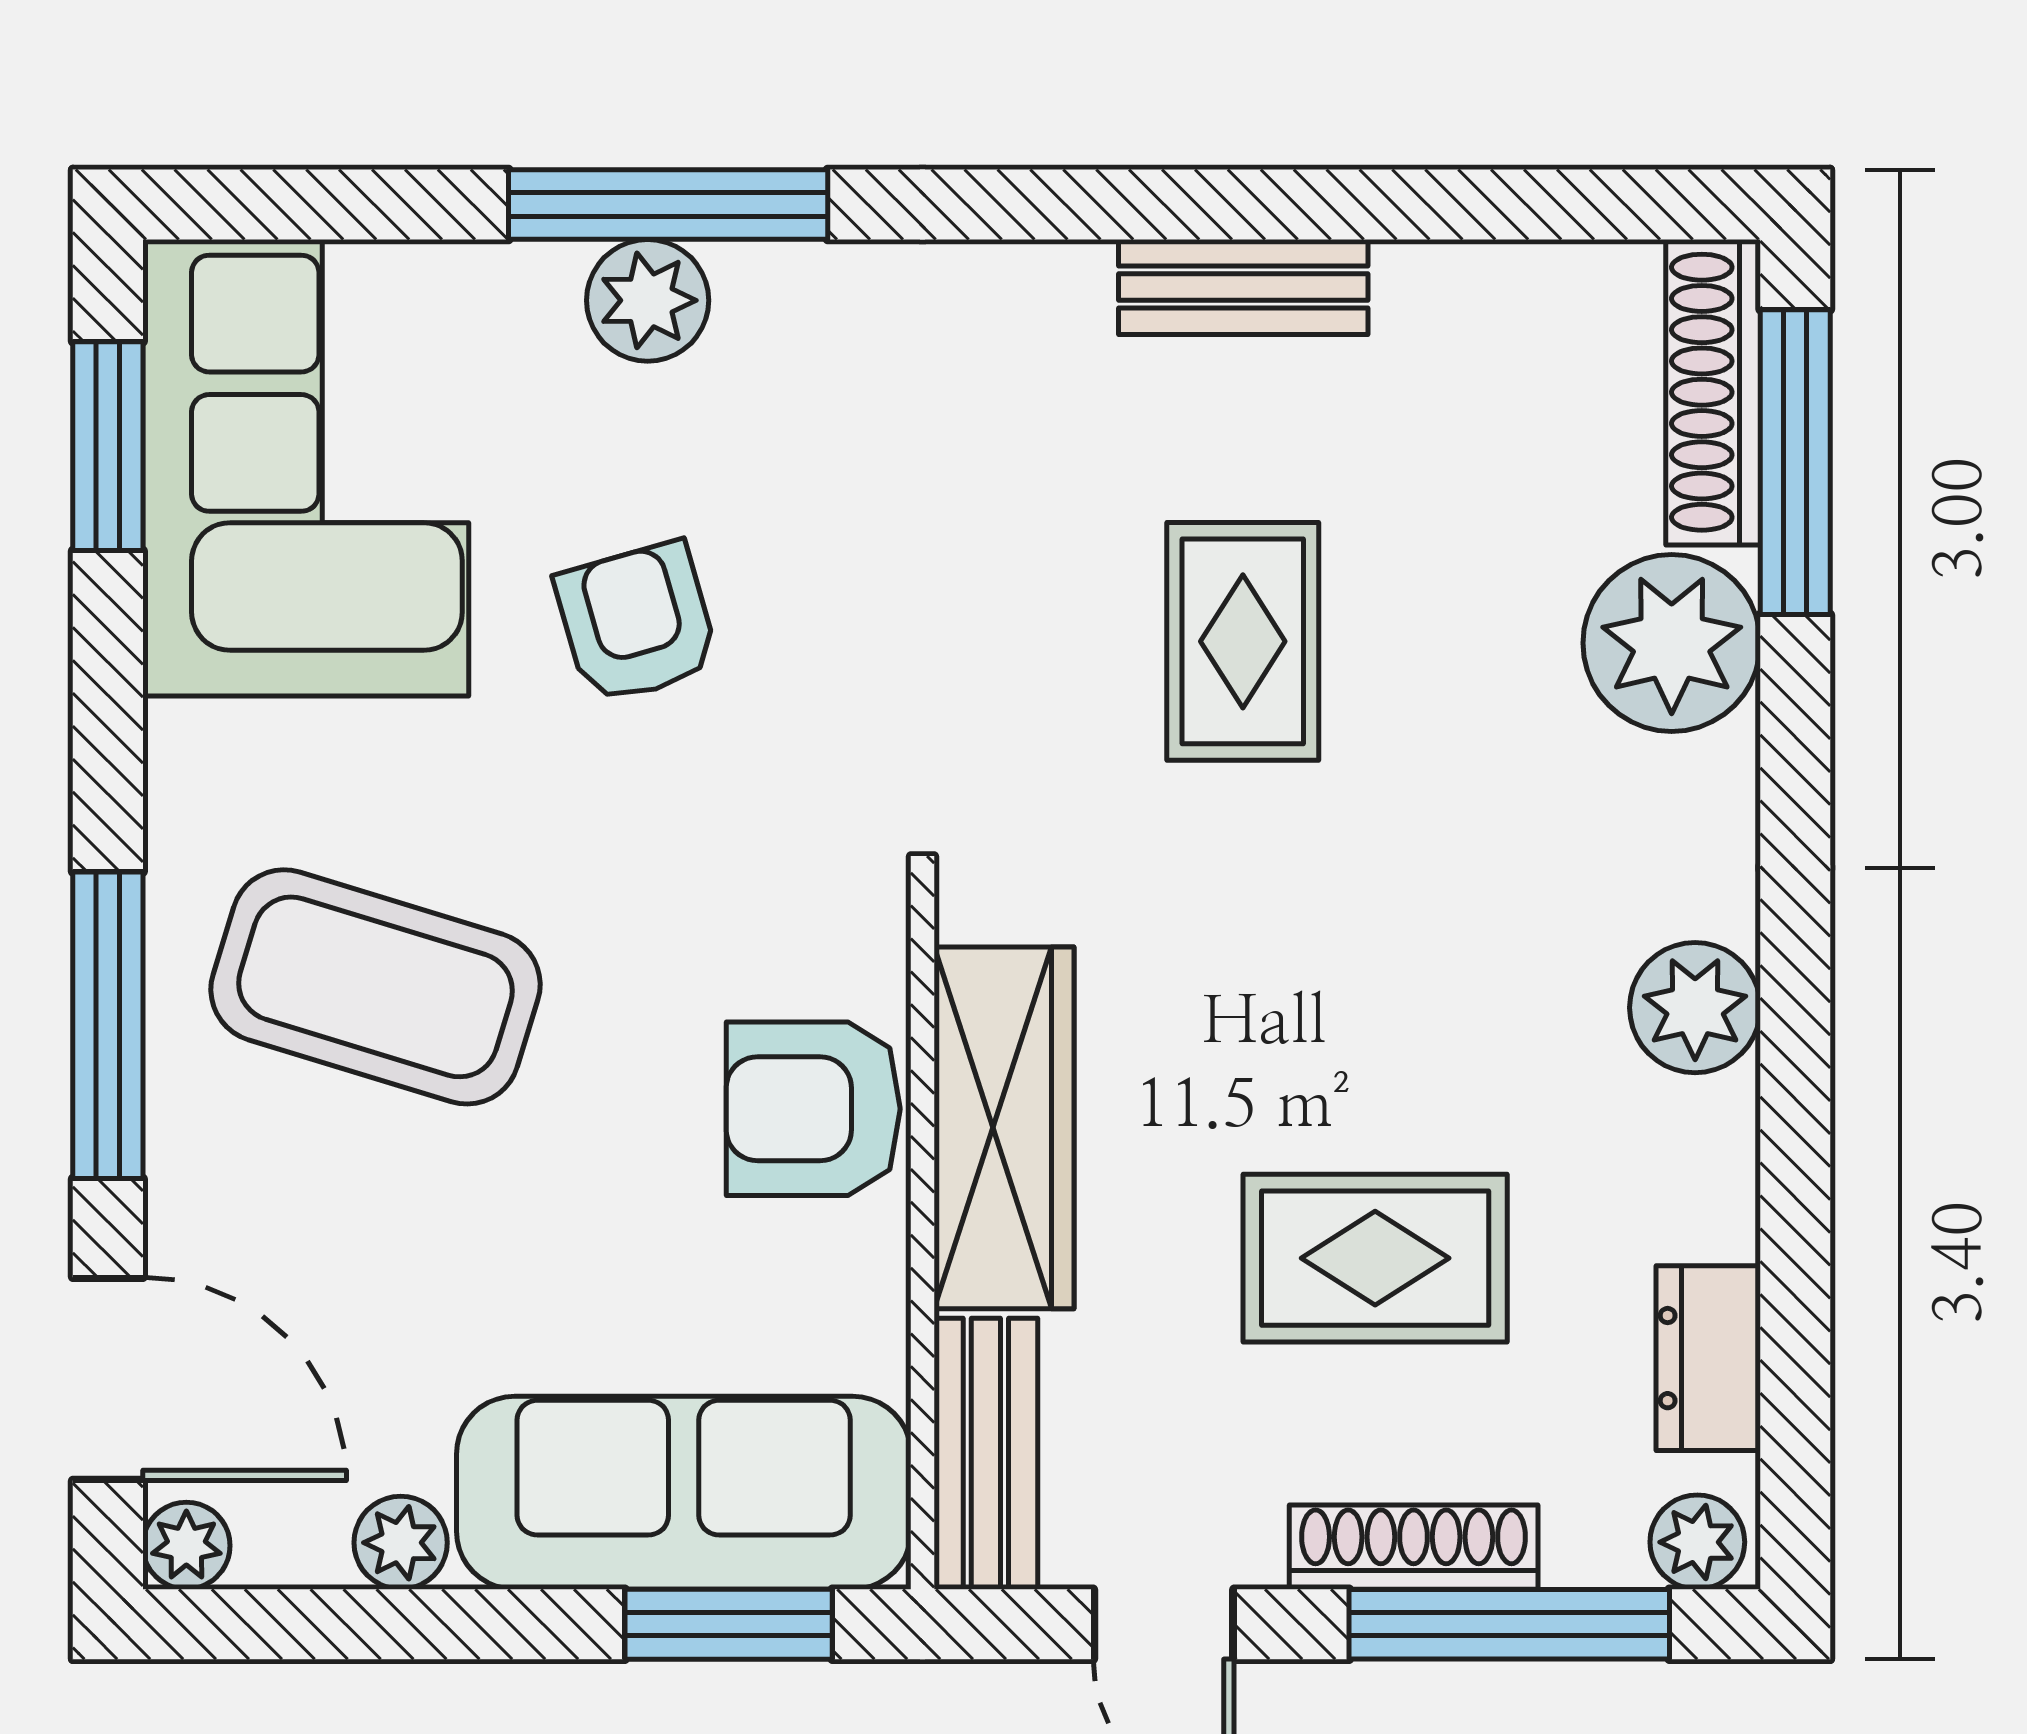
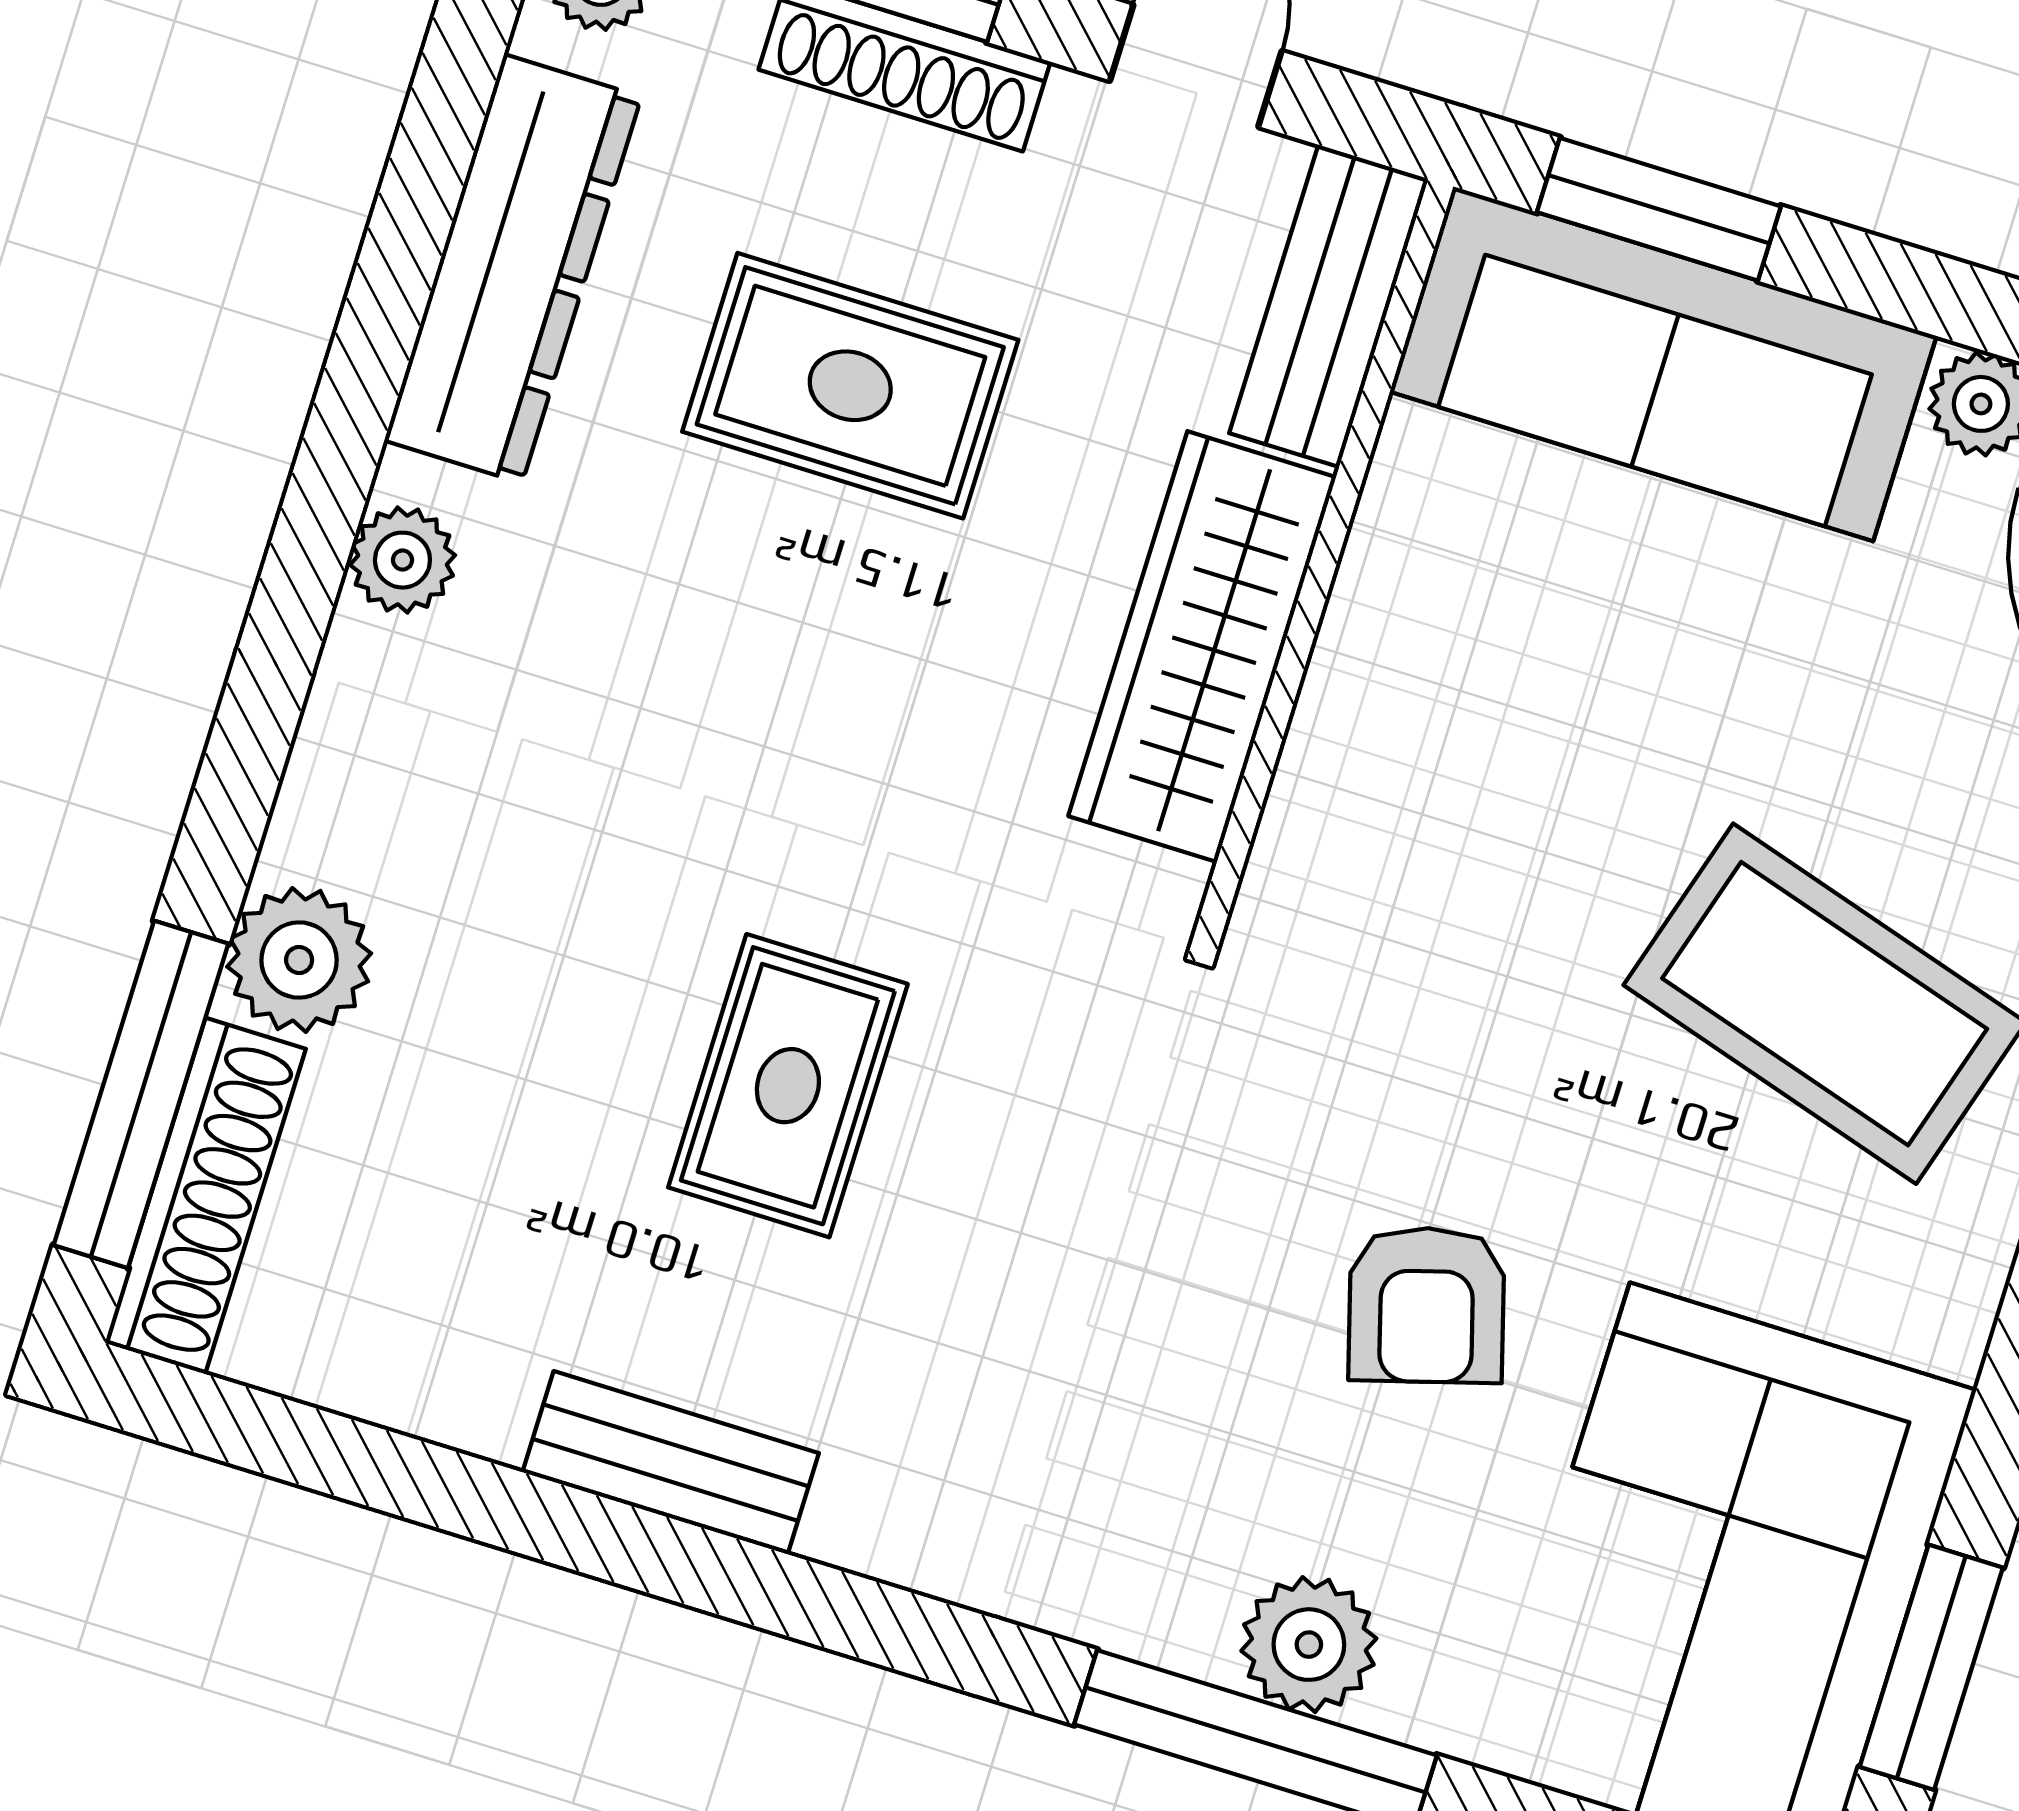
plant: (1672, 643) -> (299, 960), width x0.73, depth x0.73
plant: (1695, 1008) -> (402, 560), width x0.73, depth x0.73
armchair: (813, 1109) -> (1399, 730), removed
dresser: (1708, 1358) -> (513, 269), width x1.96, depth x1.24

